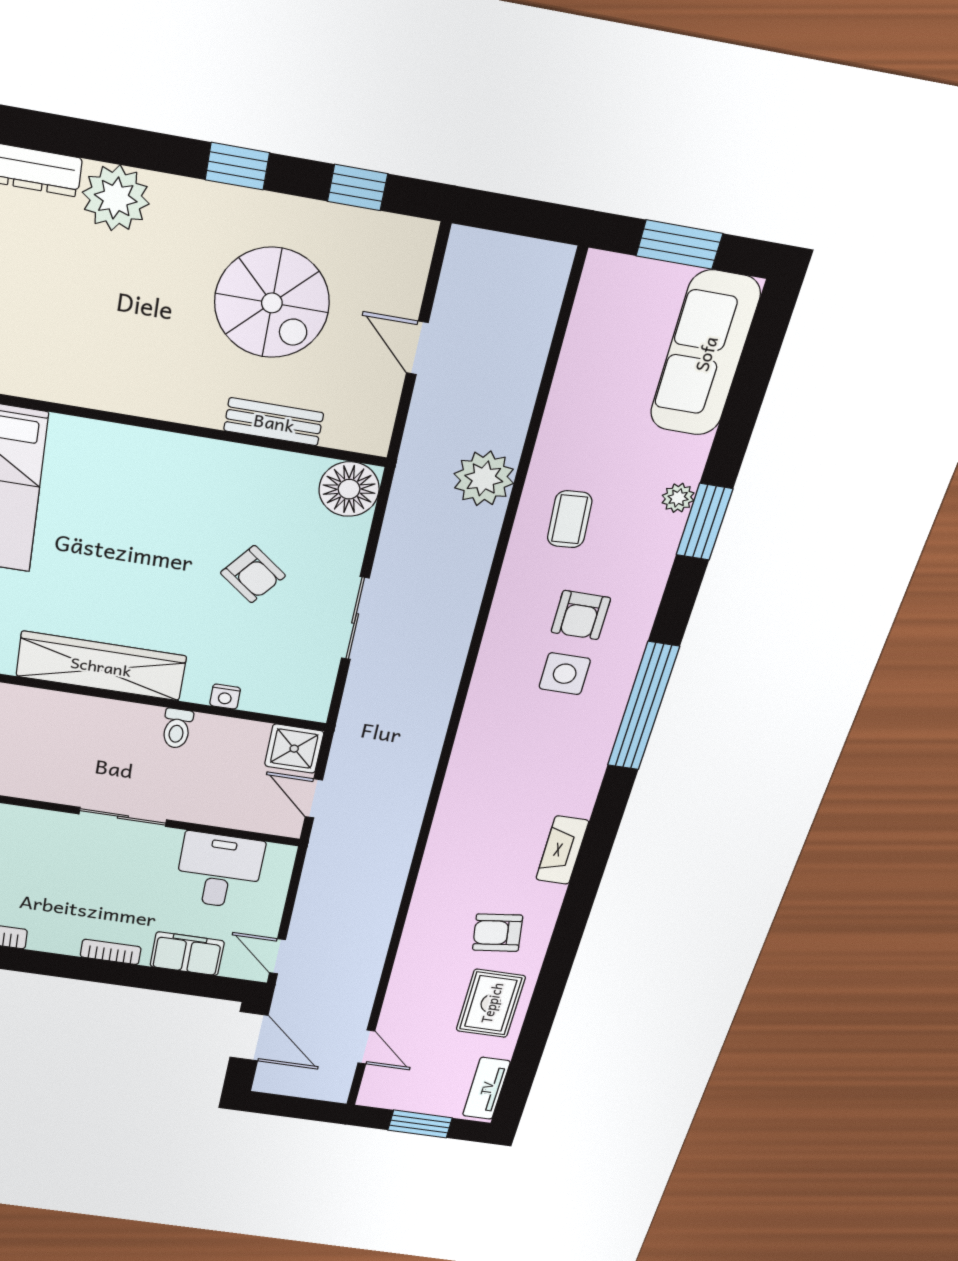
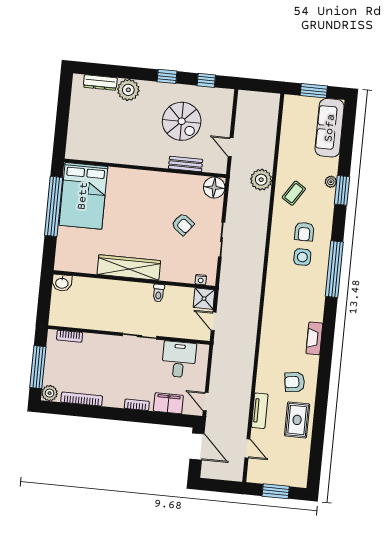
door: (417, 348) -> (231, 147), moved
coffee table: (570, 519) -> (294, 193), turned 37
nightstand: (225, 697) -> (201, 280), moved
tv unit: (486, 1088) -> (260, 411), moved, turned 180

